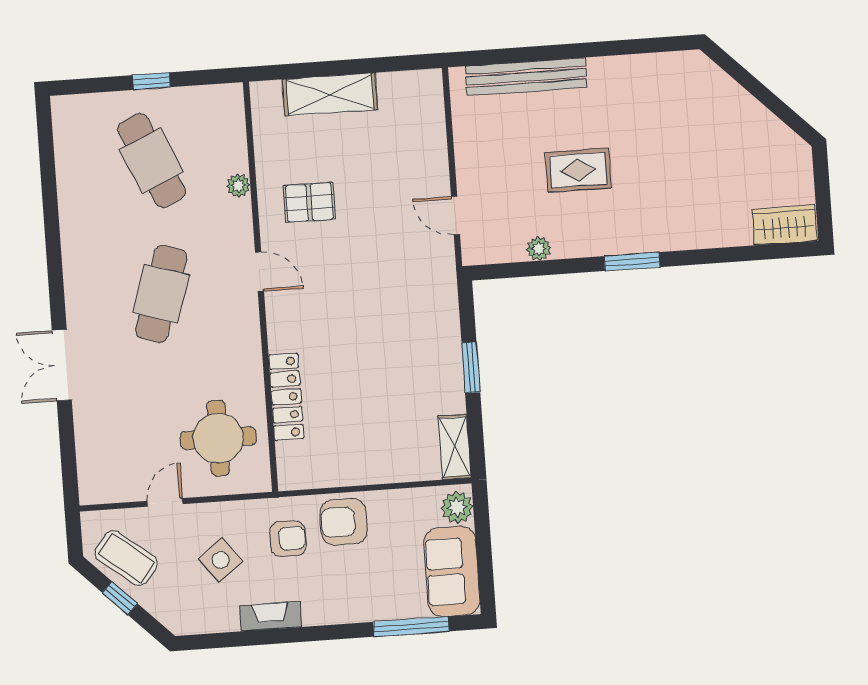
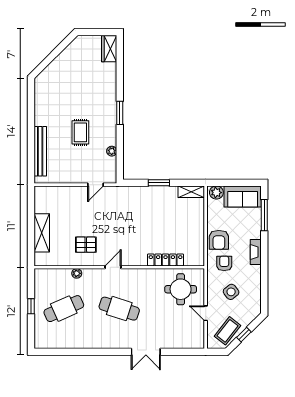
pallet: (309, 202) -> (86, 245), turned 90
fireplace: (271, 616) -> (256, 252), moved

